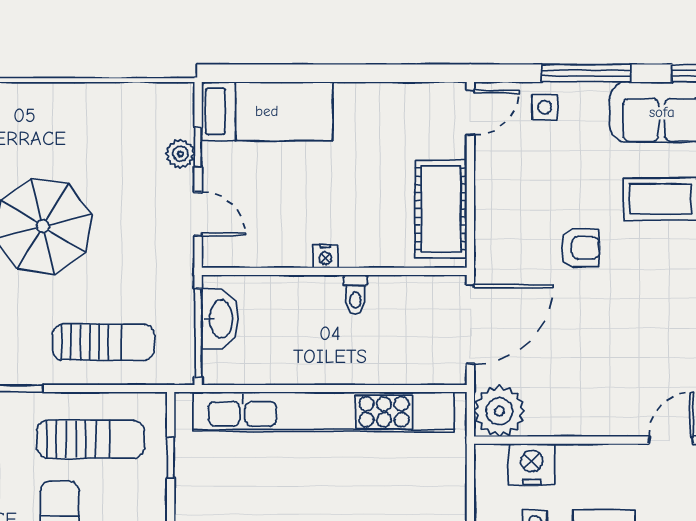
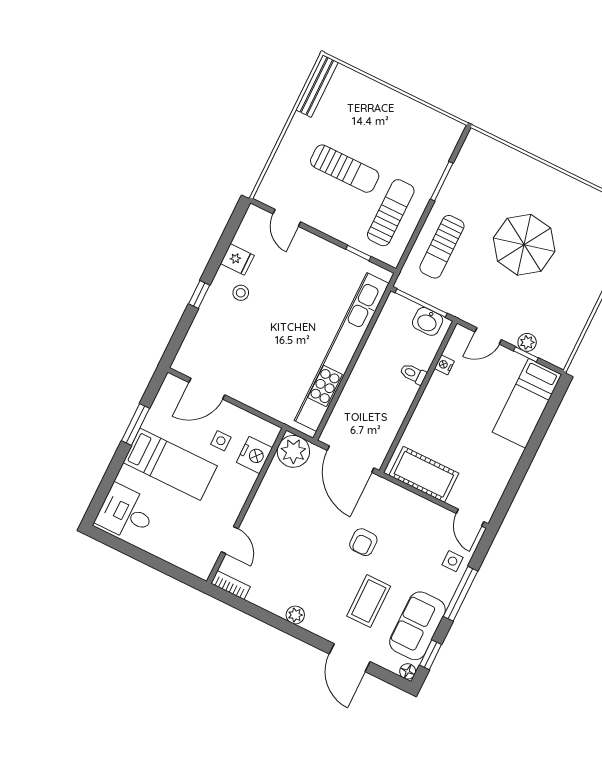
nightstand: (325, 256) -> (444, 365), moved
toilet: (355, 294) -> (413, 374), moved
washbasin: (220, 319) -> (428, 321), width x0.72
sun lounger: (91, 439) -> (391, 213), turned 180

